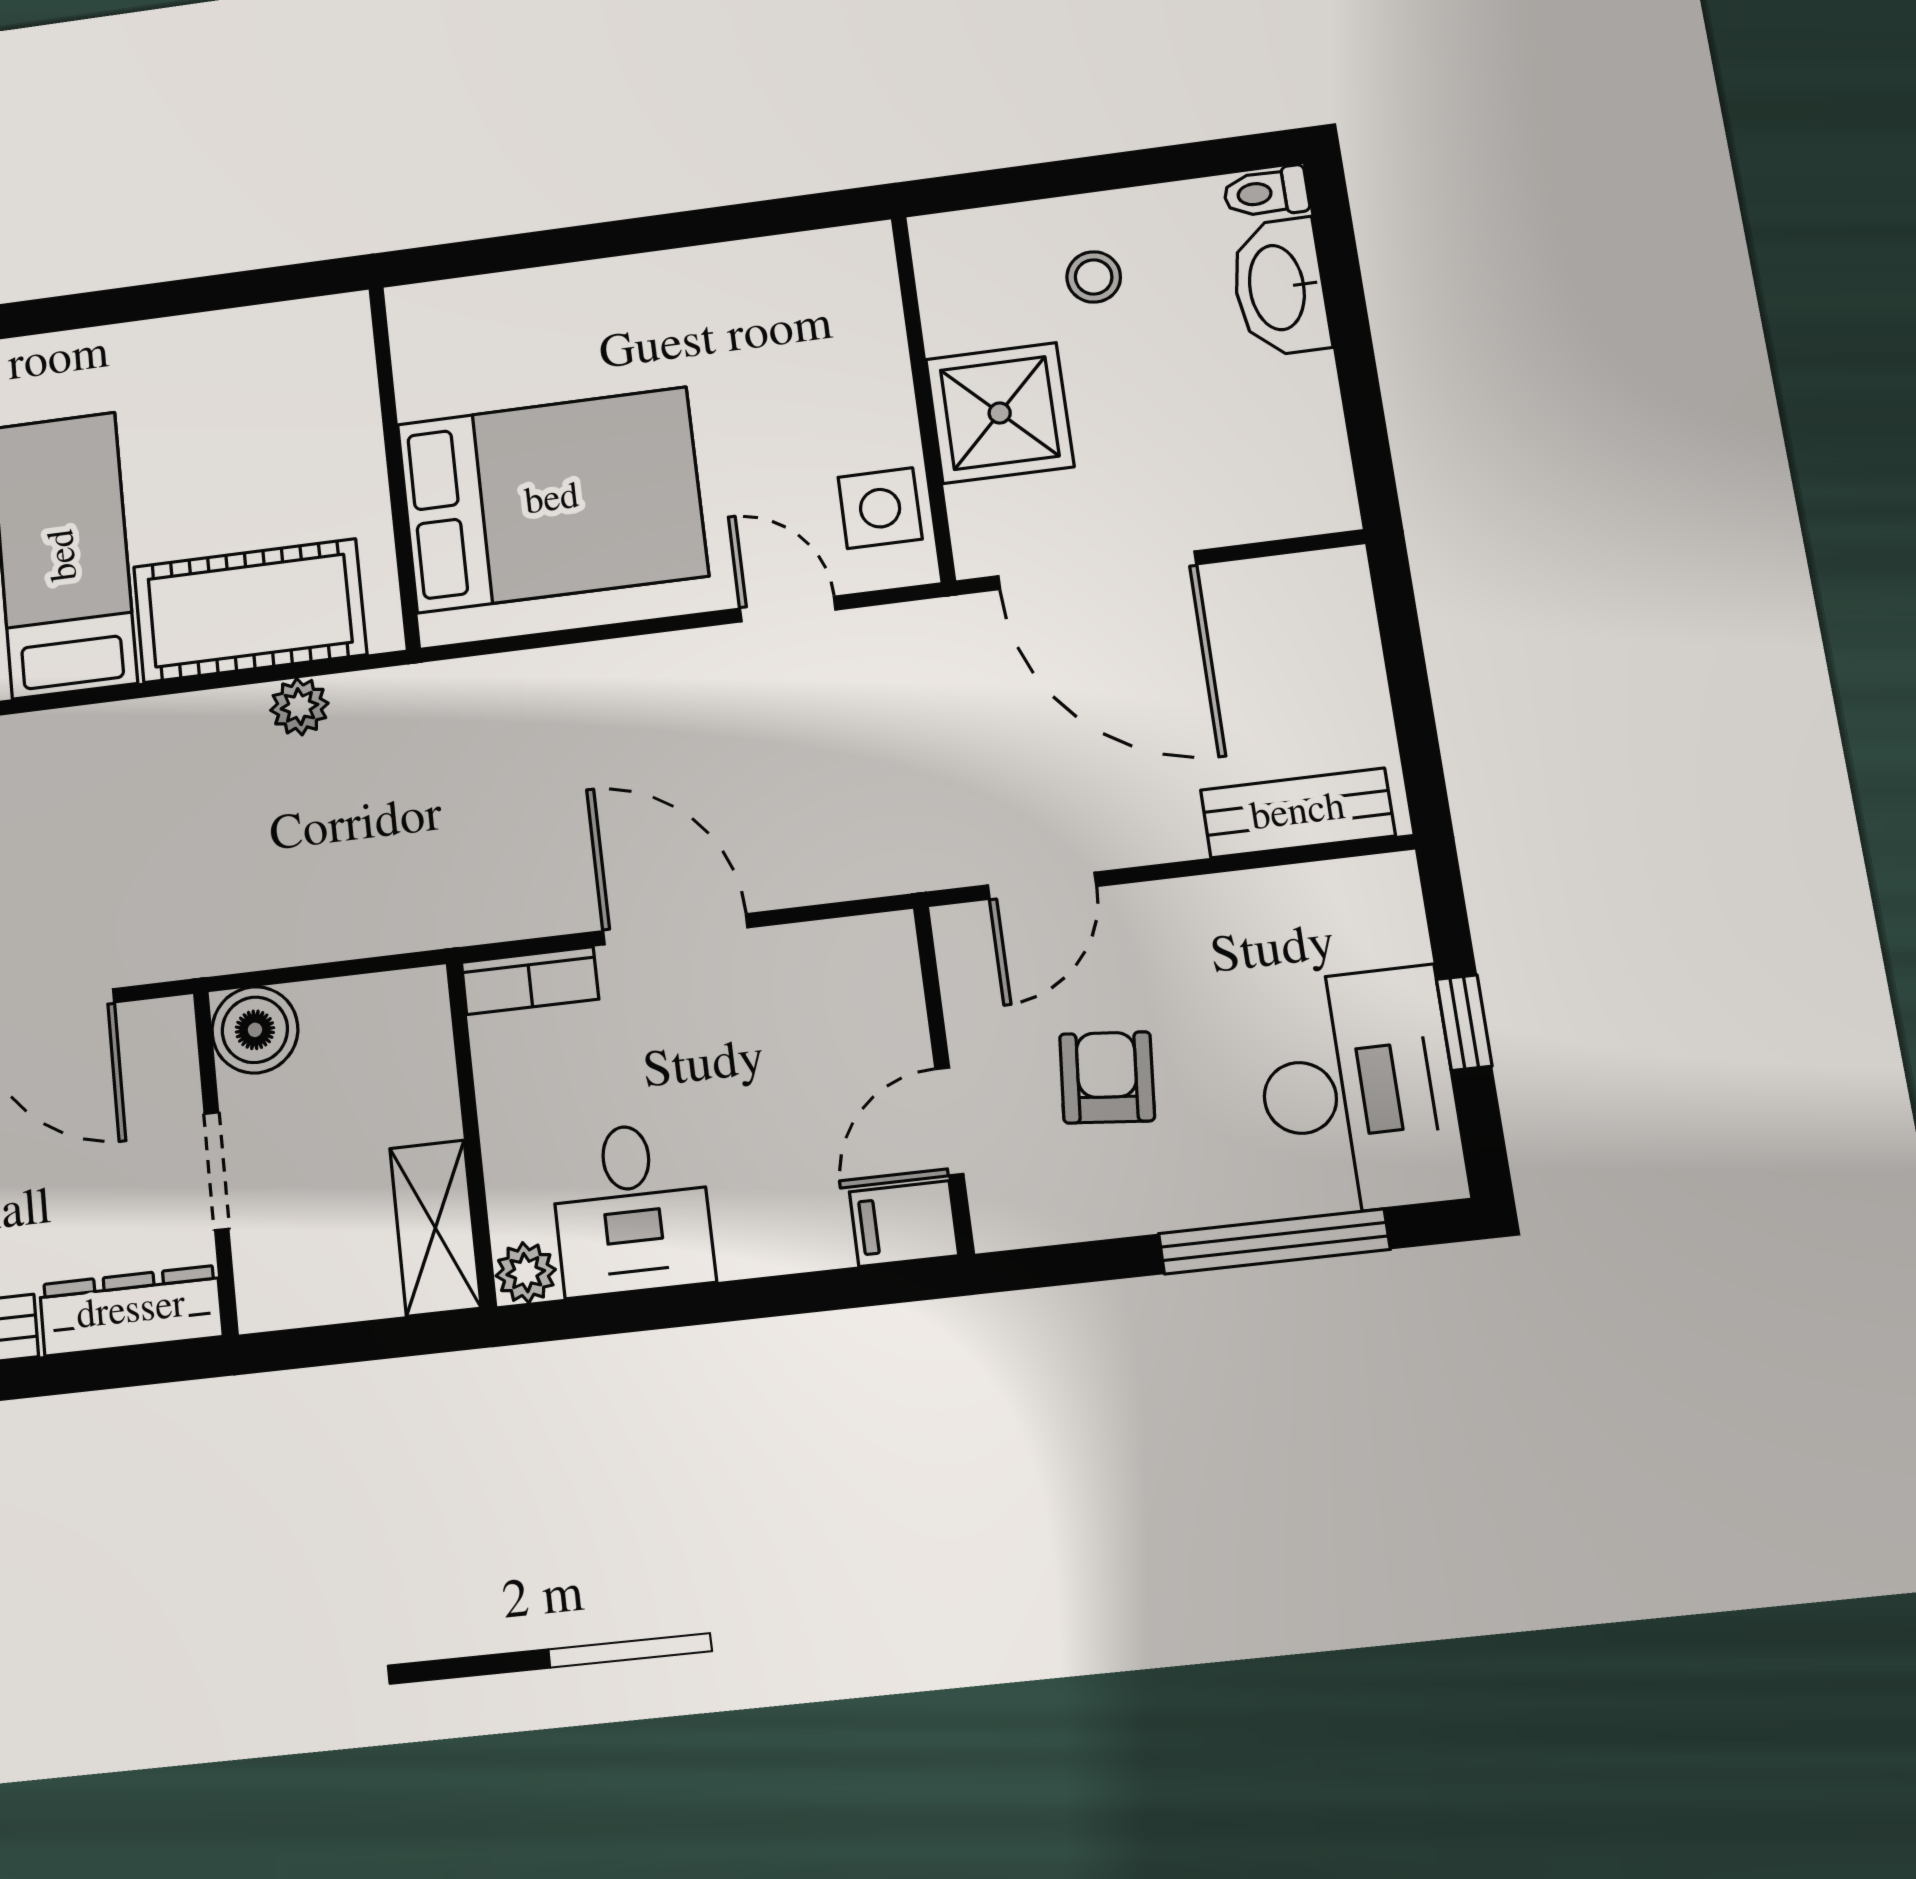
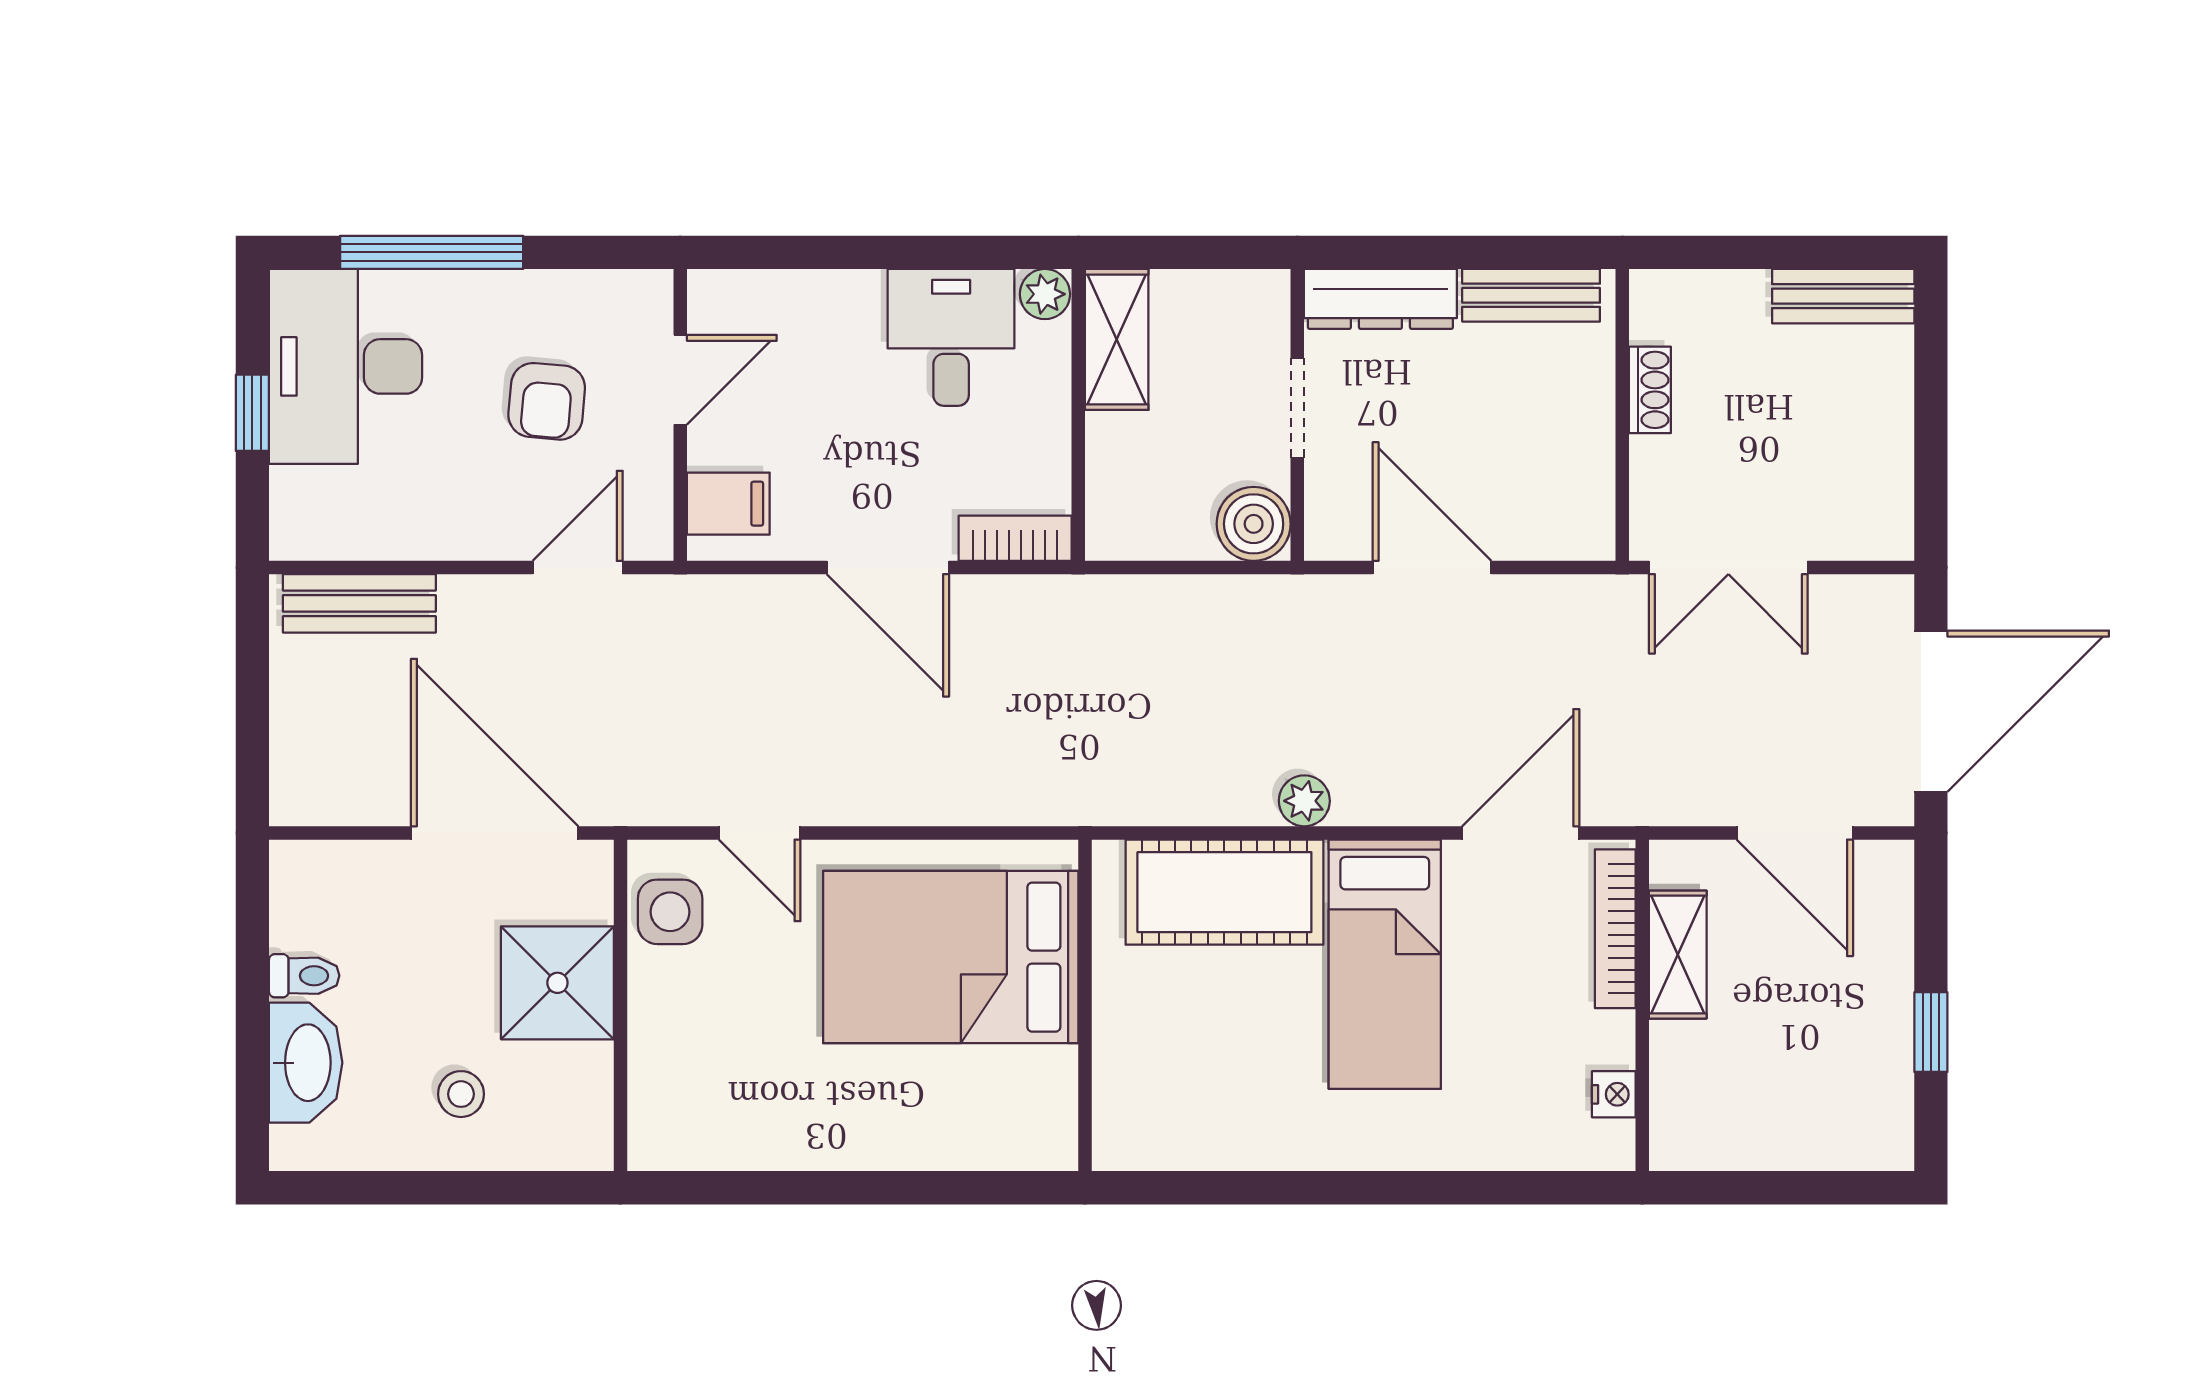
toilet: (1266, 193) -> (304, 976), moved
plant: (299, 707) -> (1304, 801), moved
filing cabinet: (904, 1224) -> (728, 504), moved

